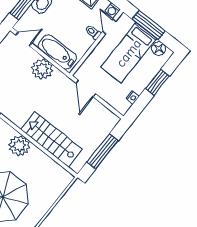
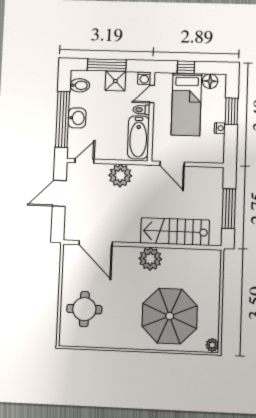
window: (149, 25) -> (186, 67), width x0.46
door: (109, 26) -> (152, 94), hinge flipped
bathtub: (57, 52) -> (138, 137), moved, turned -90
nightstand: (133, 97) -> (220, 128), moved

